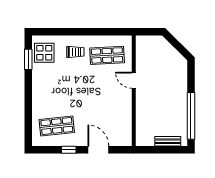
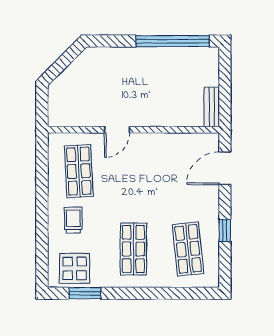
shop shelf: (57, 91) -> (133, 249), added
bench: (168, 141) -> (212, 107), moved
door: (98, 150) -> (225, 168), moved

